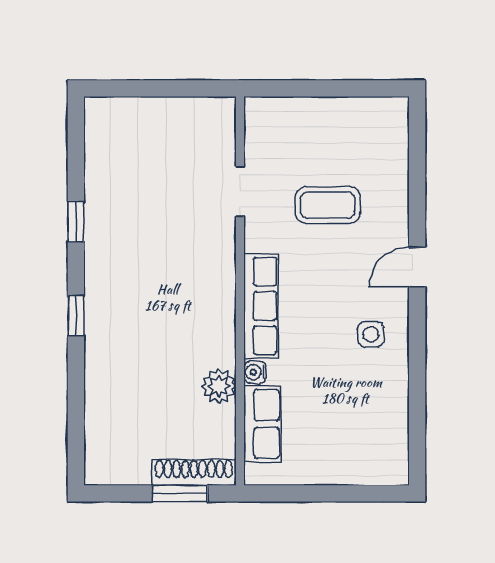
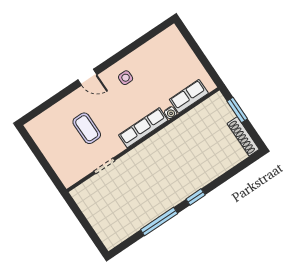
window: (76, 222) -> (159, 222), width x2.17
plant: (219, 386) -> (186, 123), removed
shoe rack: (194, 472) -> (243, 136), moved

